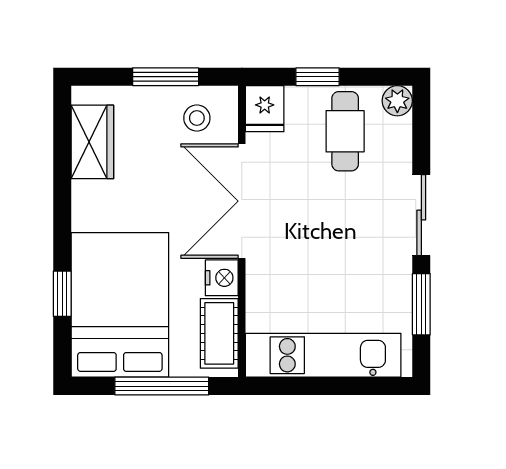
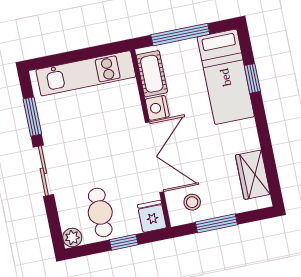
bed: (120, 305) -> (226, 77), width x0.67

